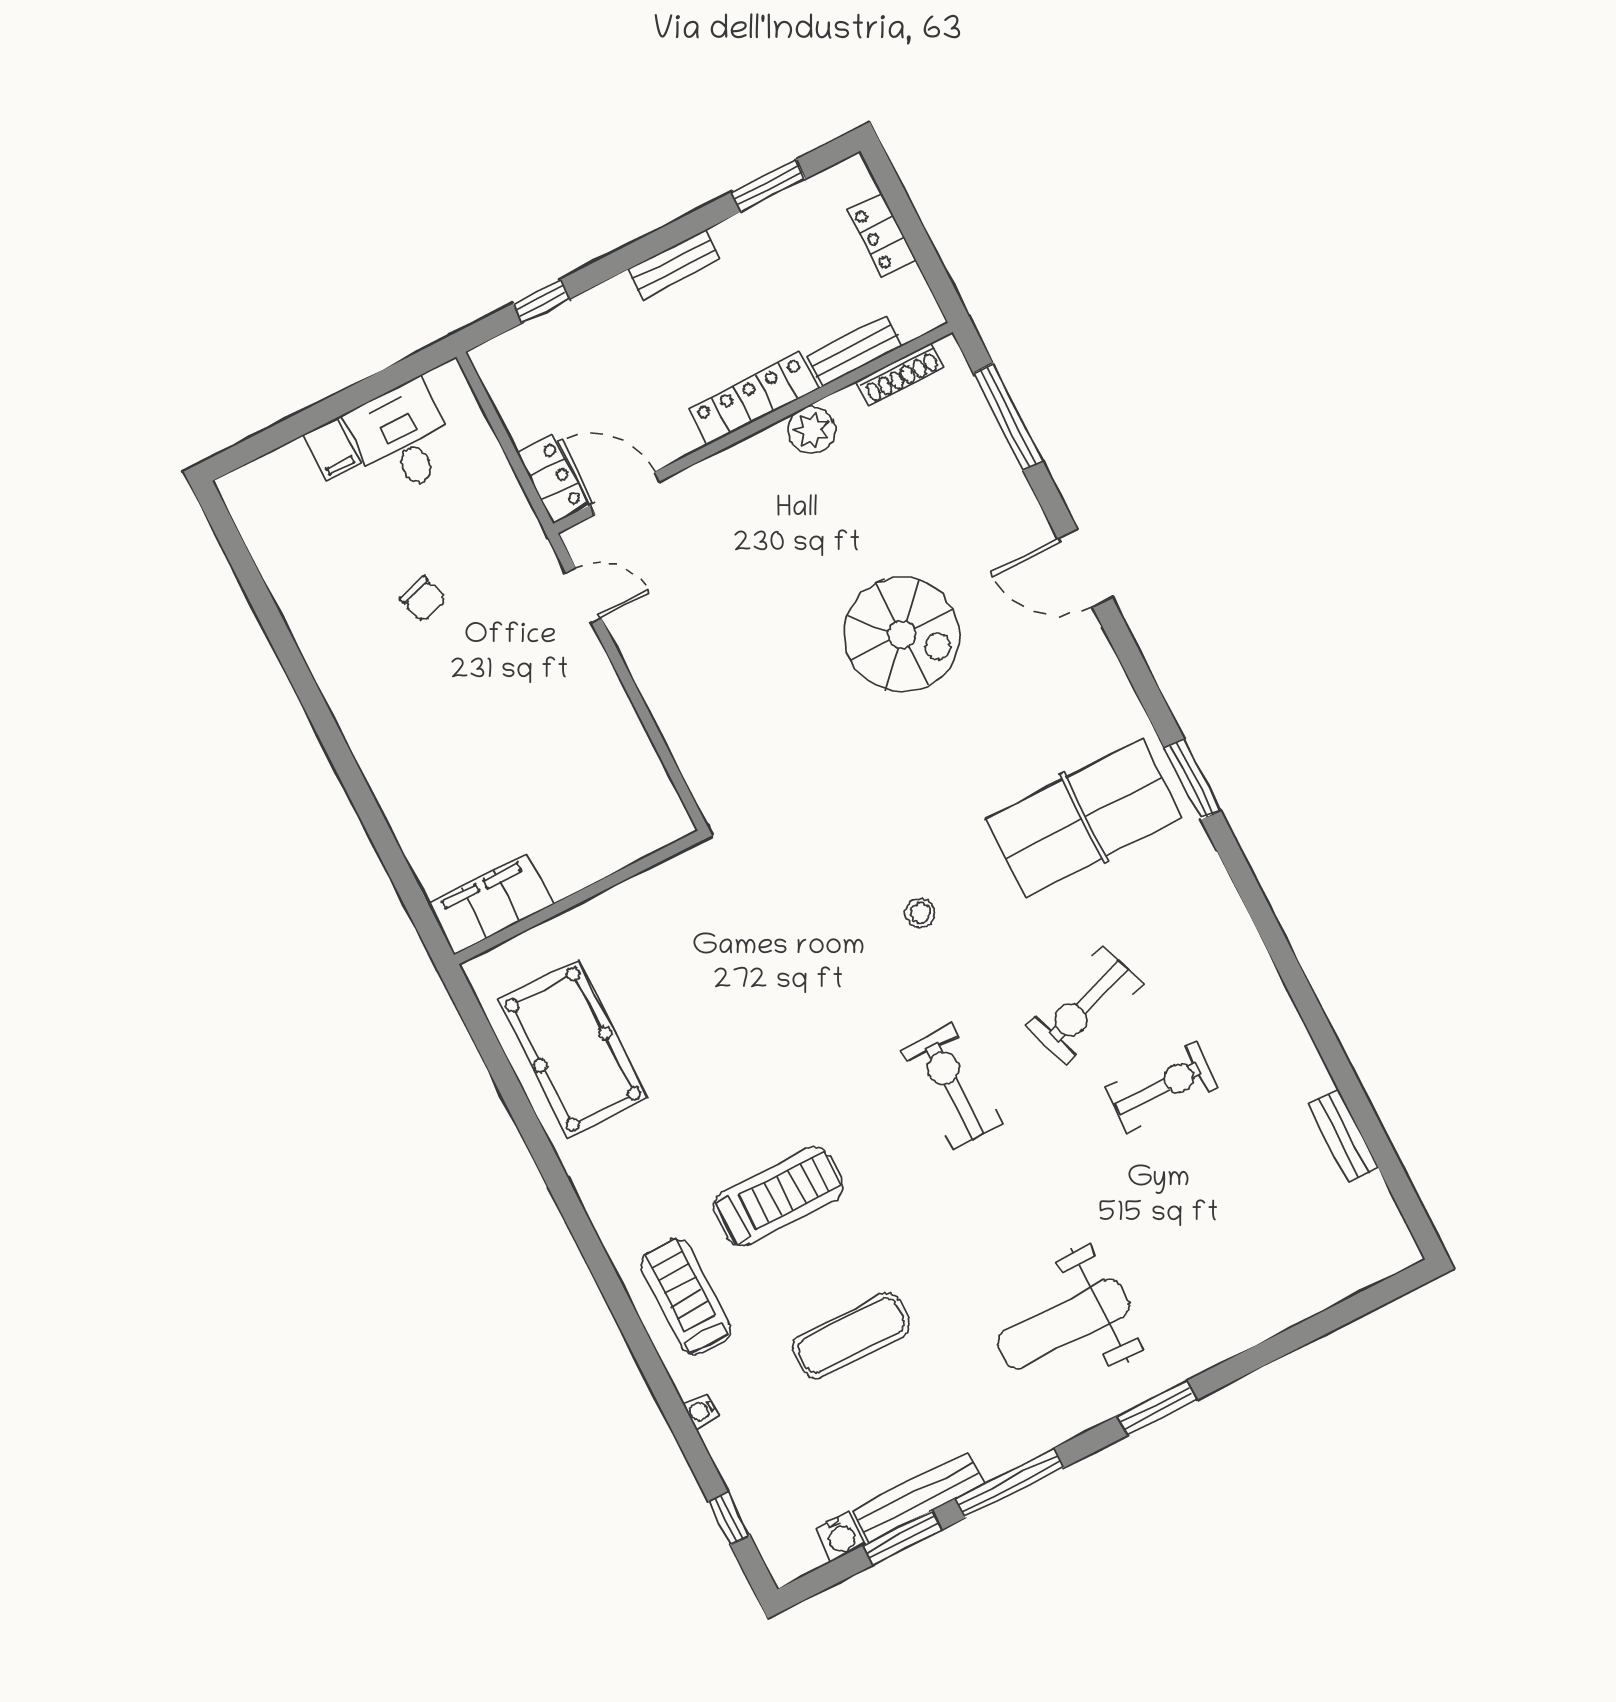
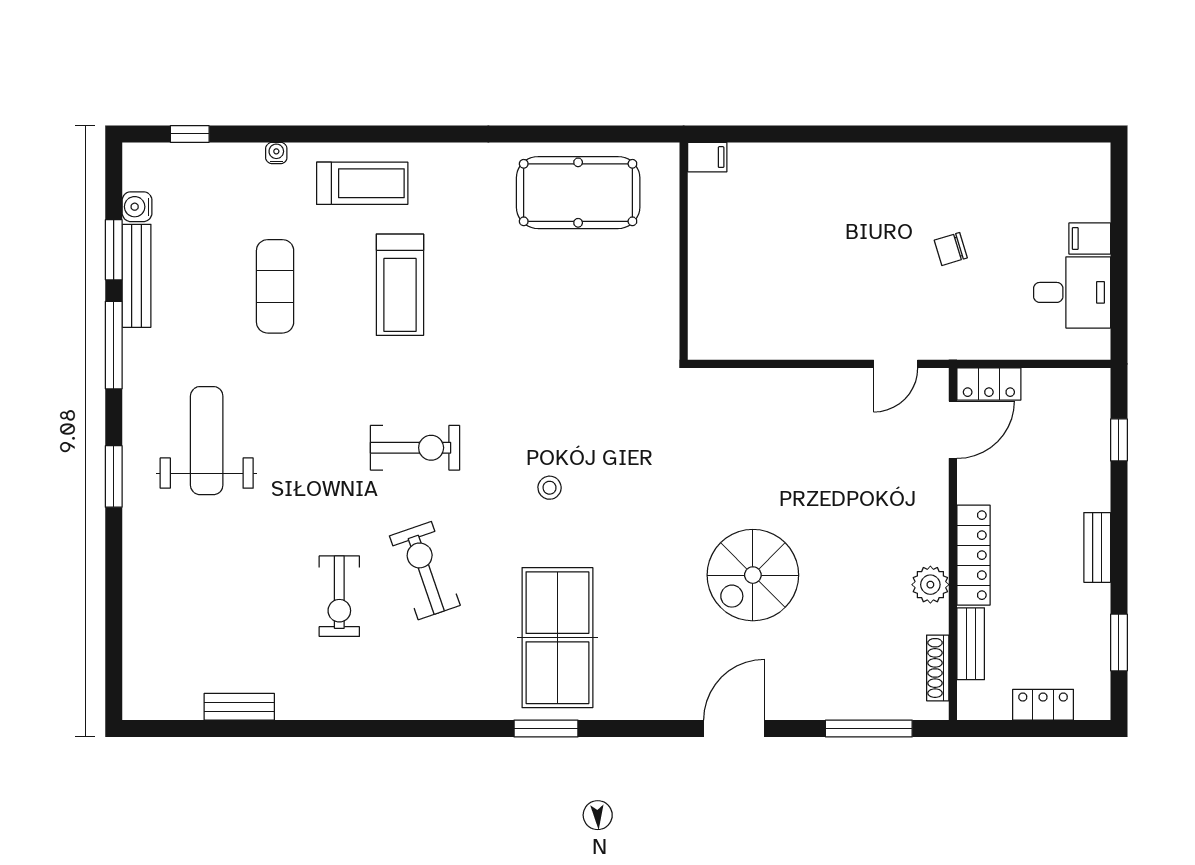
filing cabinet: (490, 904) -> (707, 157), width x0.33, depth x0.86

